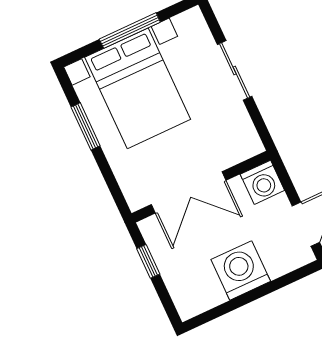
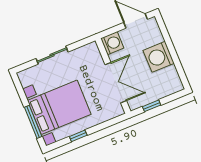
window: (130, 31) -> (33, 122), moved
window: (86, 126) -> (78, 136), width x0.67

